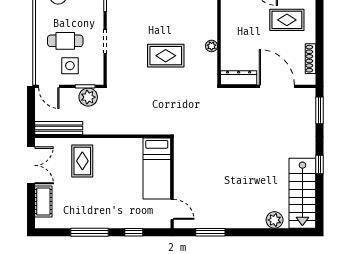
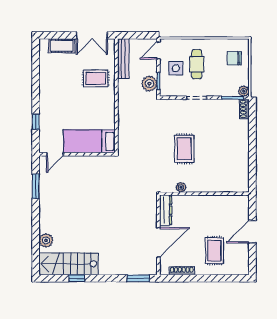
plant: (212, 46) -> (181, 187), moved
window: (320, 164) -> (77, 278), moved
window: (90, 232) -> (36, 85), removed

